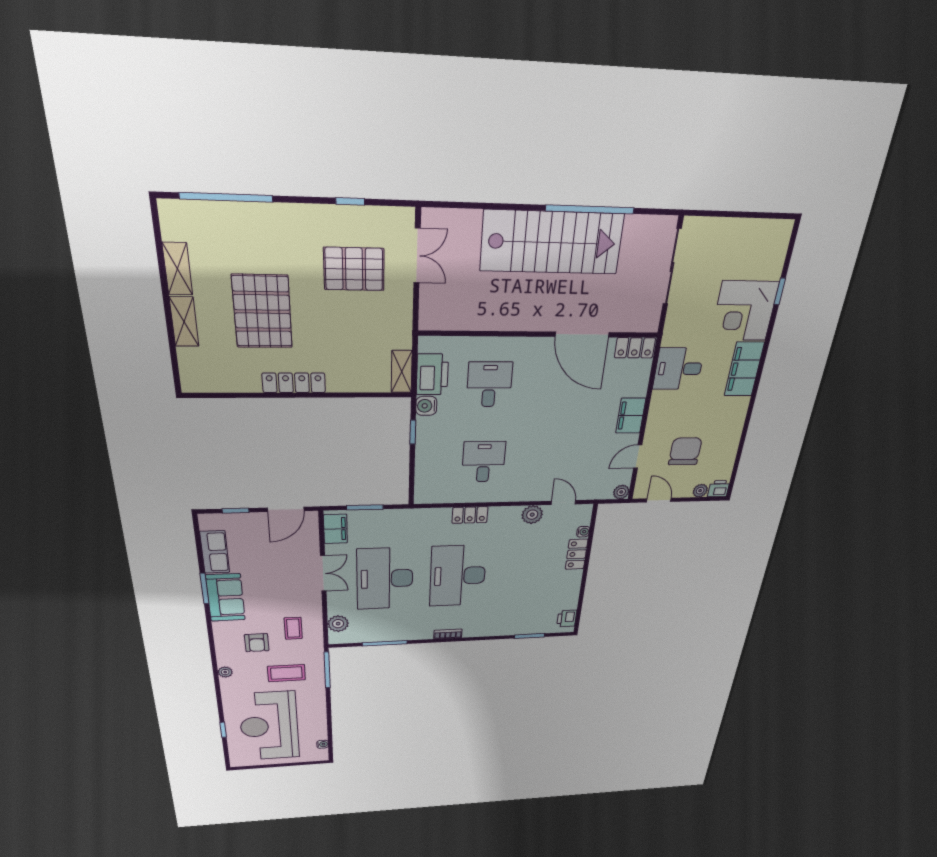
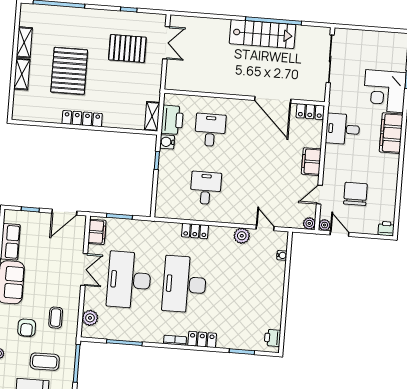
stairs: (552, 242) -> (262, 34), width x0.73, depth x0.66
plant: (700, 491) -> (325, 225), moved
locker: (577, 554) -> (202, 339), moved, turned 90

